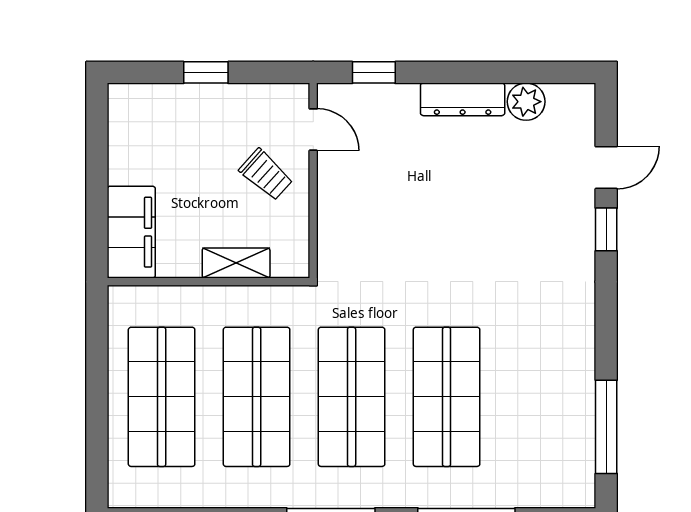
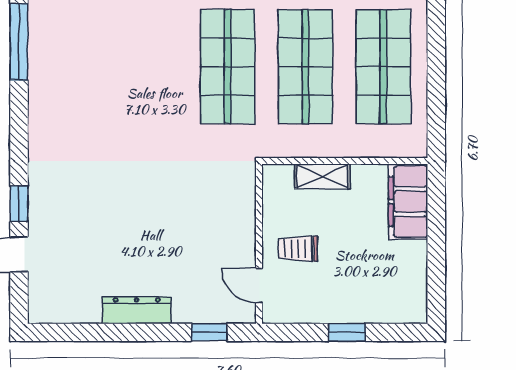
plant: (526, 102) -> (85, 308), removed
trolley: (266, 175) -> (298, 249), turned -42
shop shelf: (447, 397) -> (150, 67), removed

